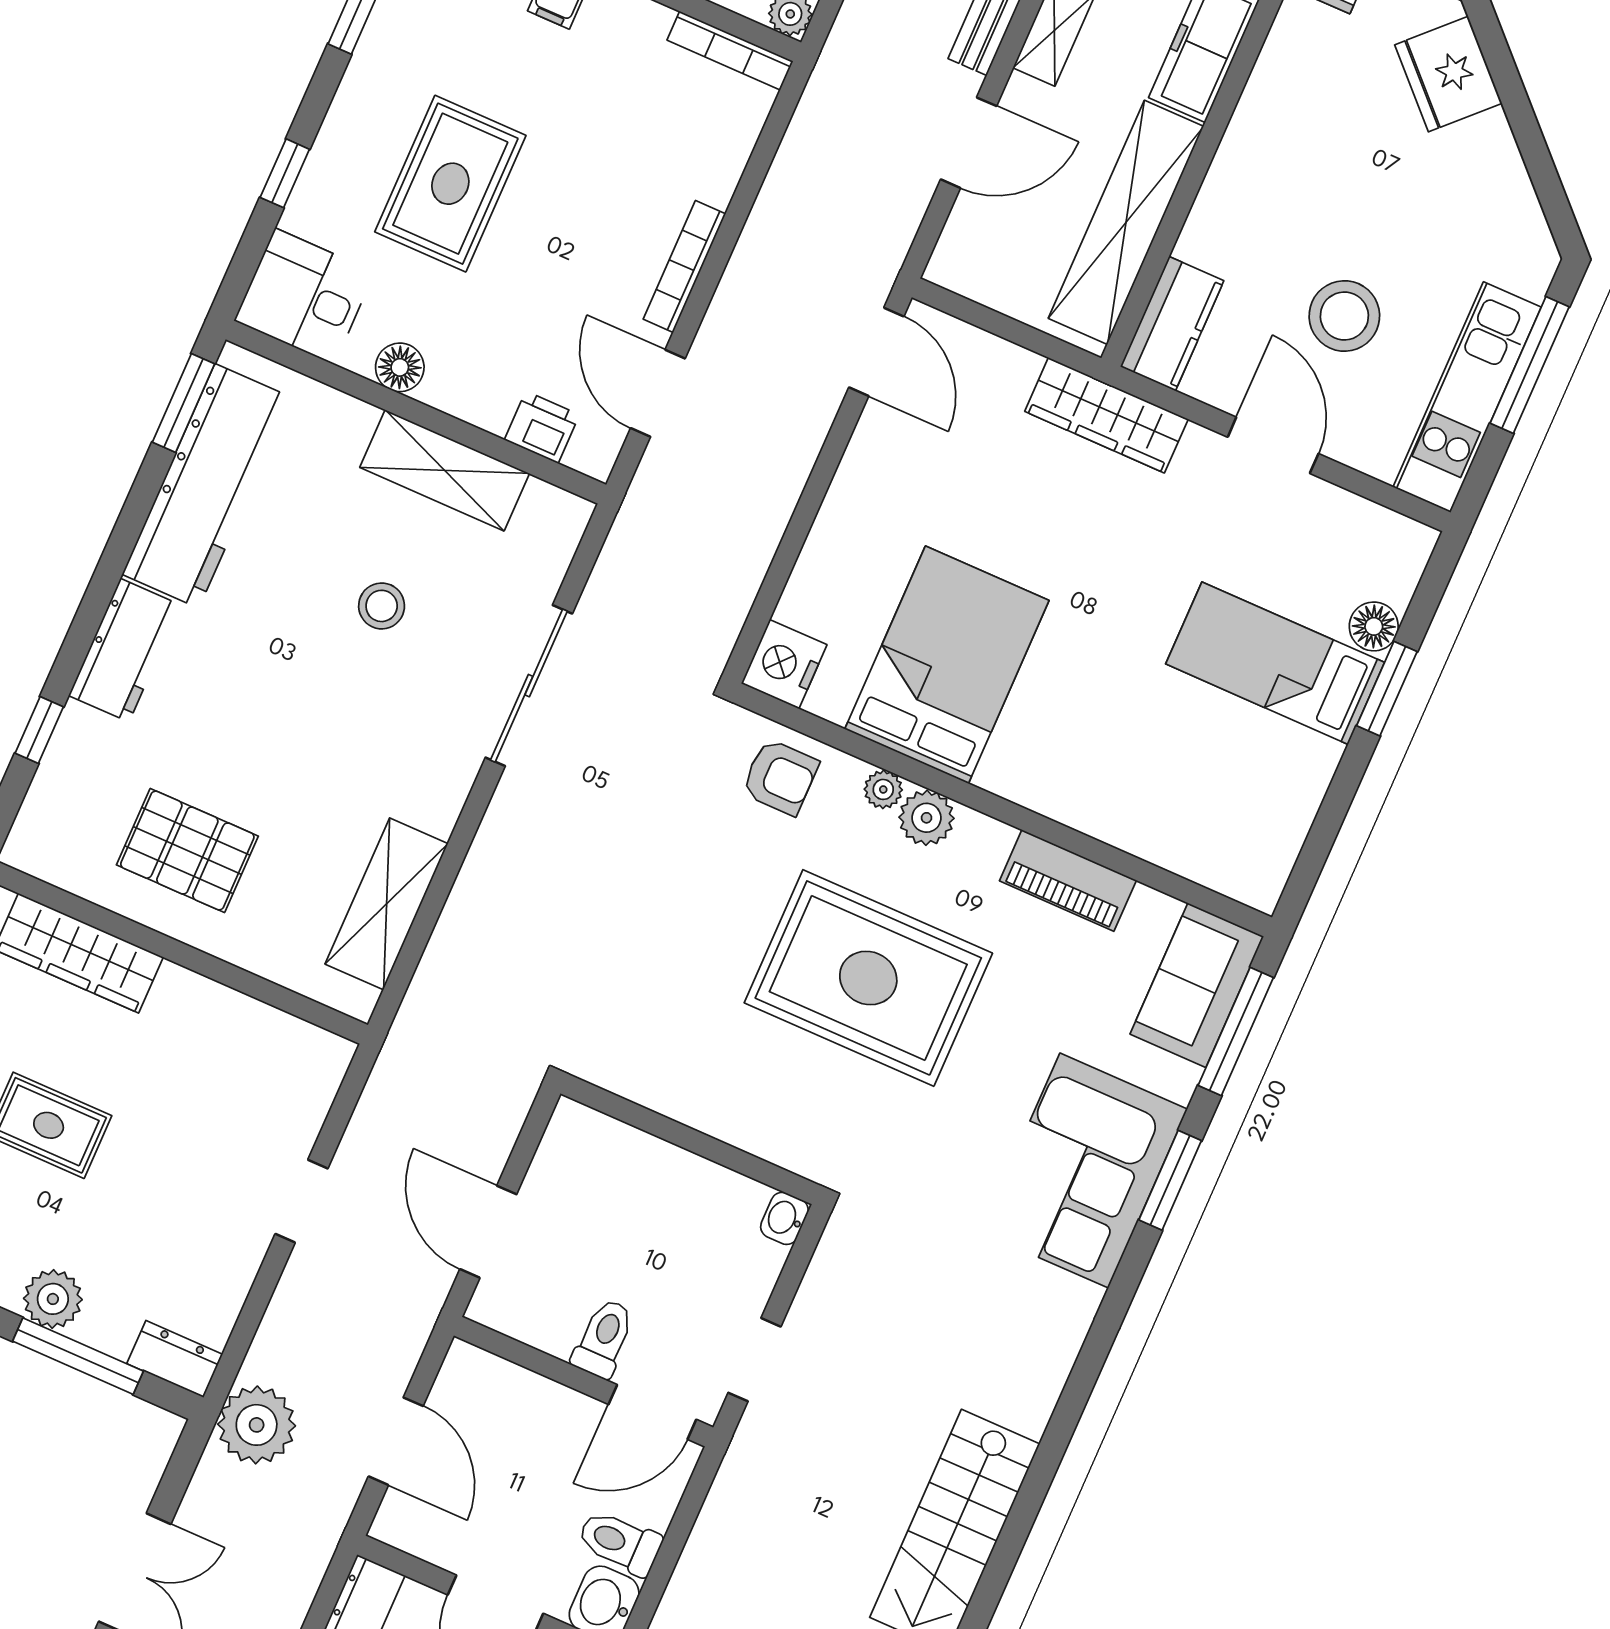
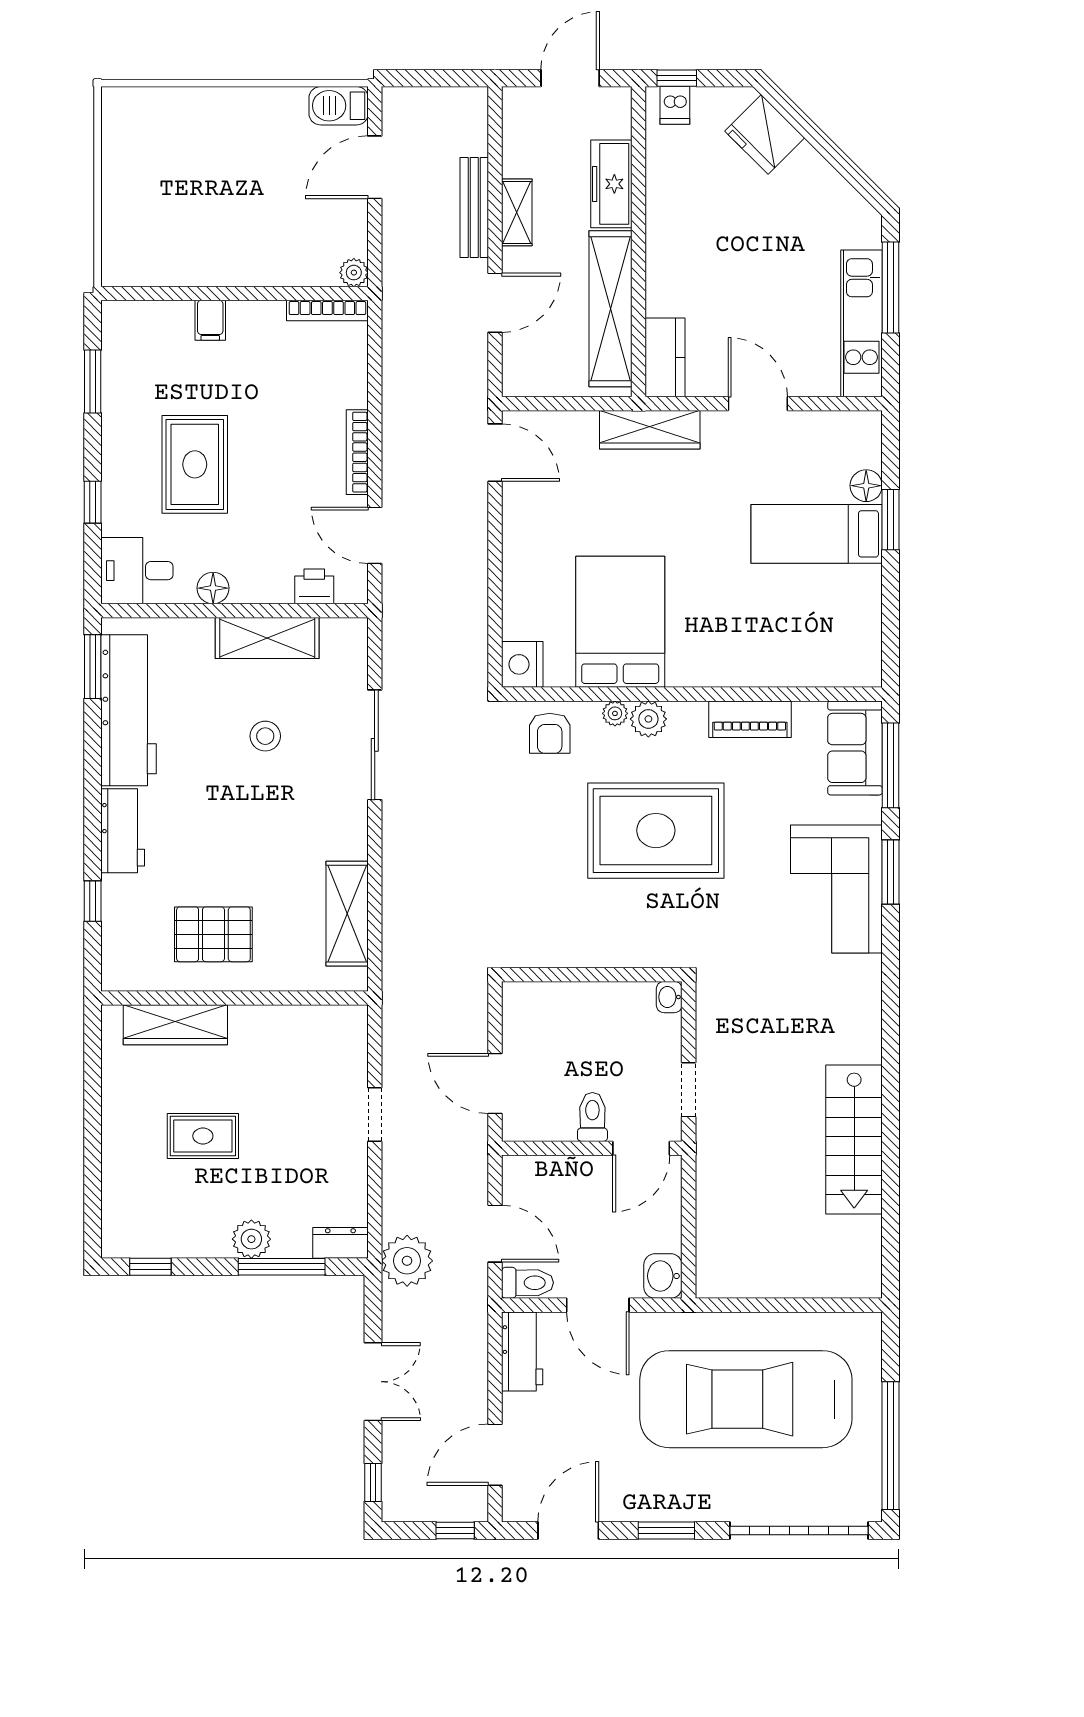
stool: (1344, 316) -> (766, 307), removed
armchair: (780, 777) -> (550, 733), turned 90
toilet: (620, 1542) -> (527, 1283), moved, turned 180

